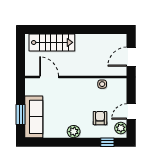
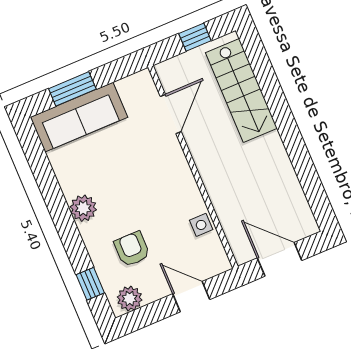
window: (21, 53) -> (195, 37), added
door: (131, 111) -> (191, 297), moved
armchair: (100, 118) -> (132, 249), turned -90

